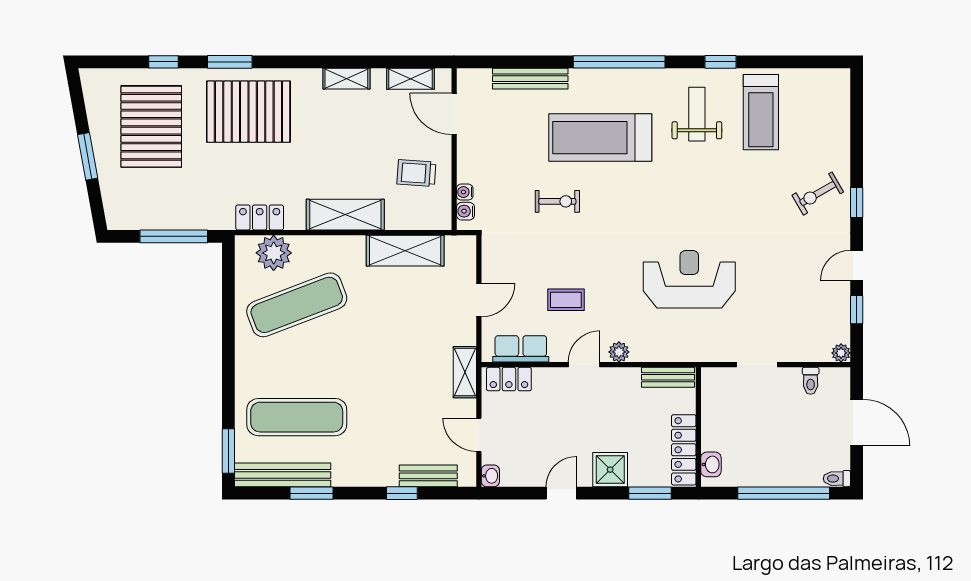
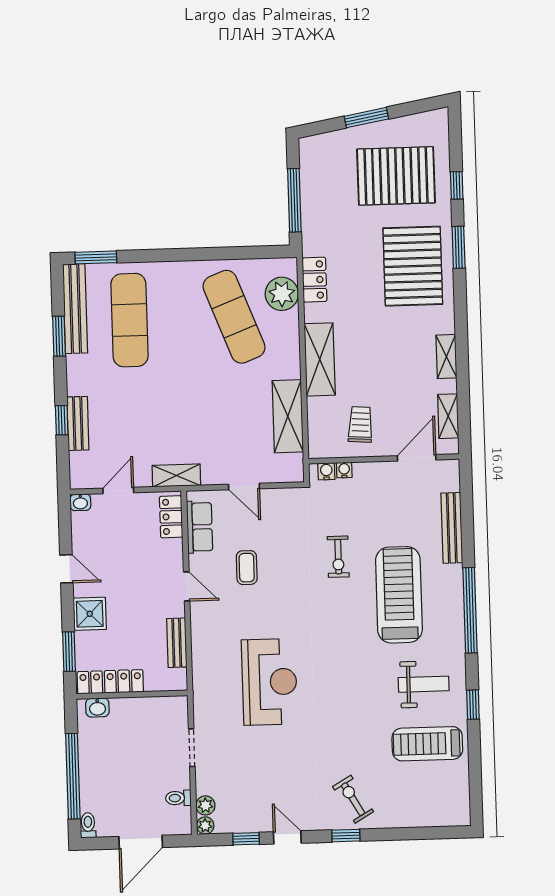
plant: (619, 352) -> (205, 805), moved
bench: (668, 377) -> (177, 643), moved
bench: (428, 476) -> (78, 423), moved

